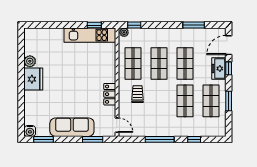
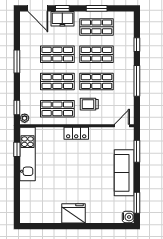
window: (194, 25) -> (17, 61), moved
plant: (30, 61) -> (55, 217), removed
locker: (110, 94) -> (76, 133), moved
shop shelf: (159, 101) -> (96, 81), added

